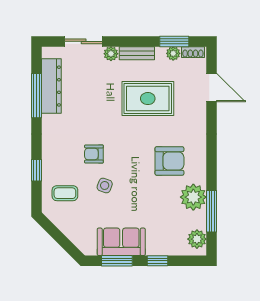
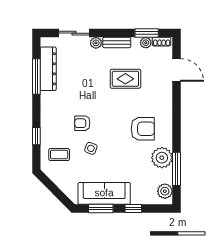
rug: (148, 99) -> (125, 79), width x0.73, depth x0.70
sofa: (121, 242) -> (104, 193), width x1.36

